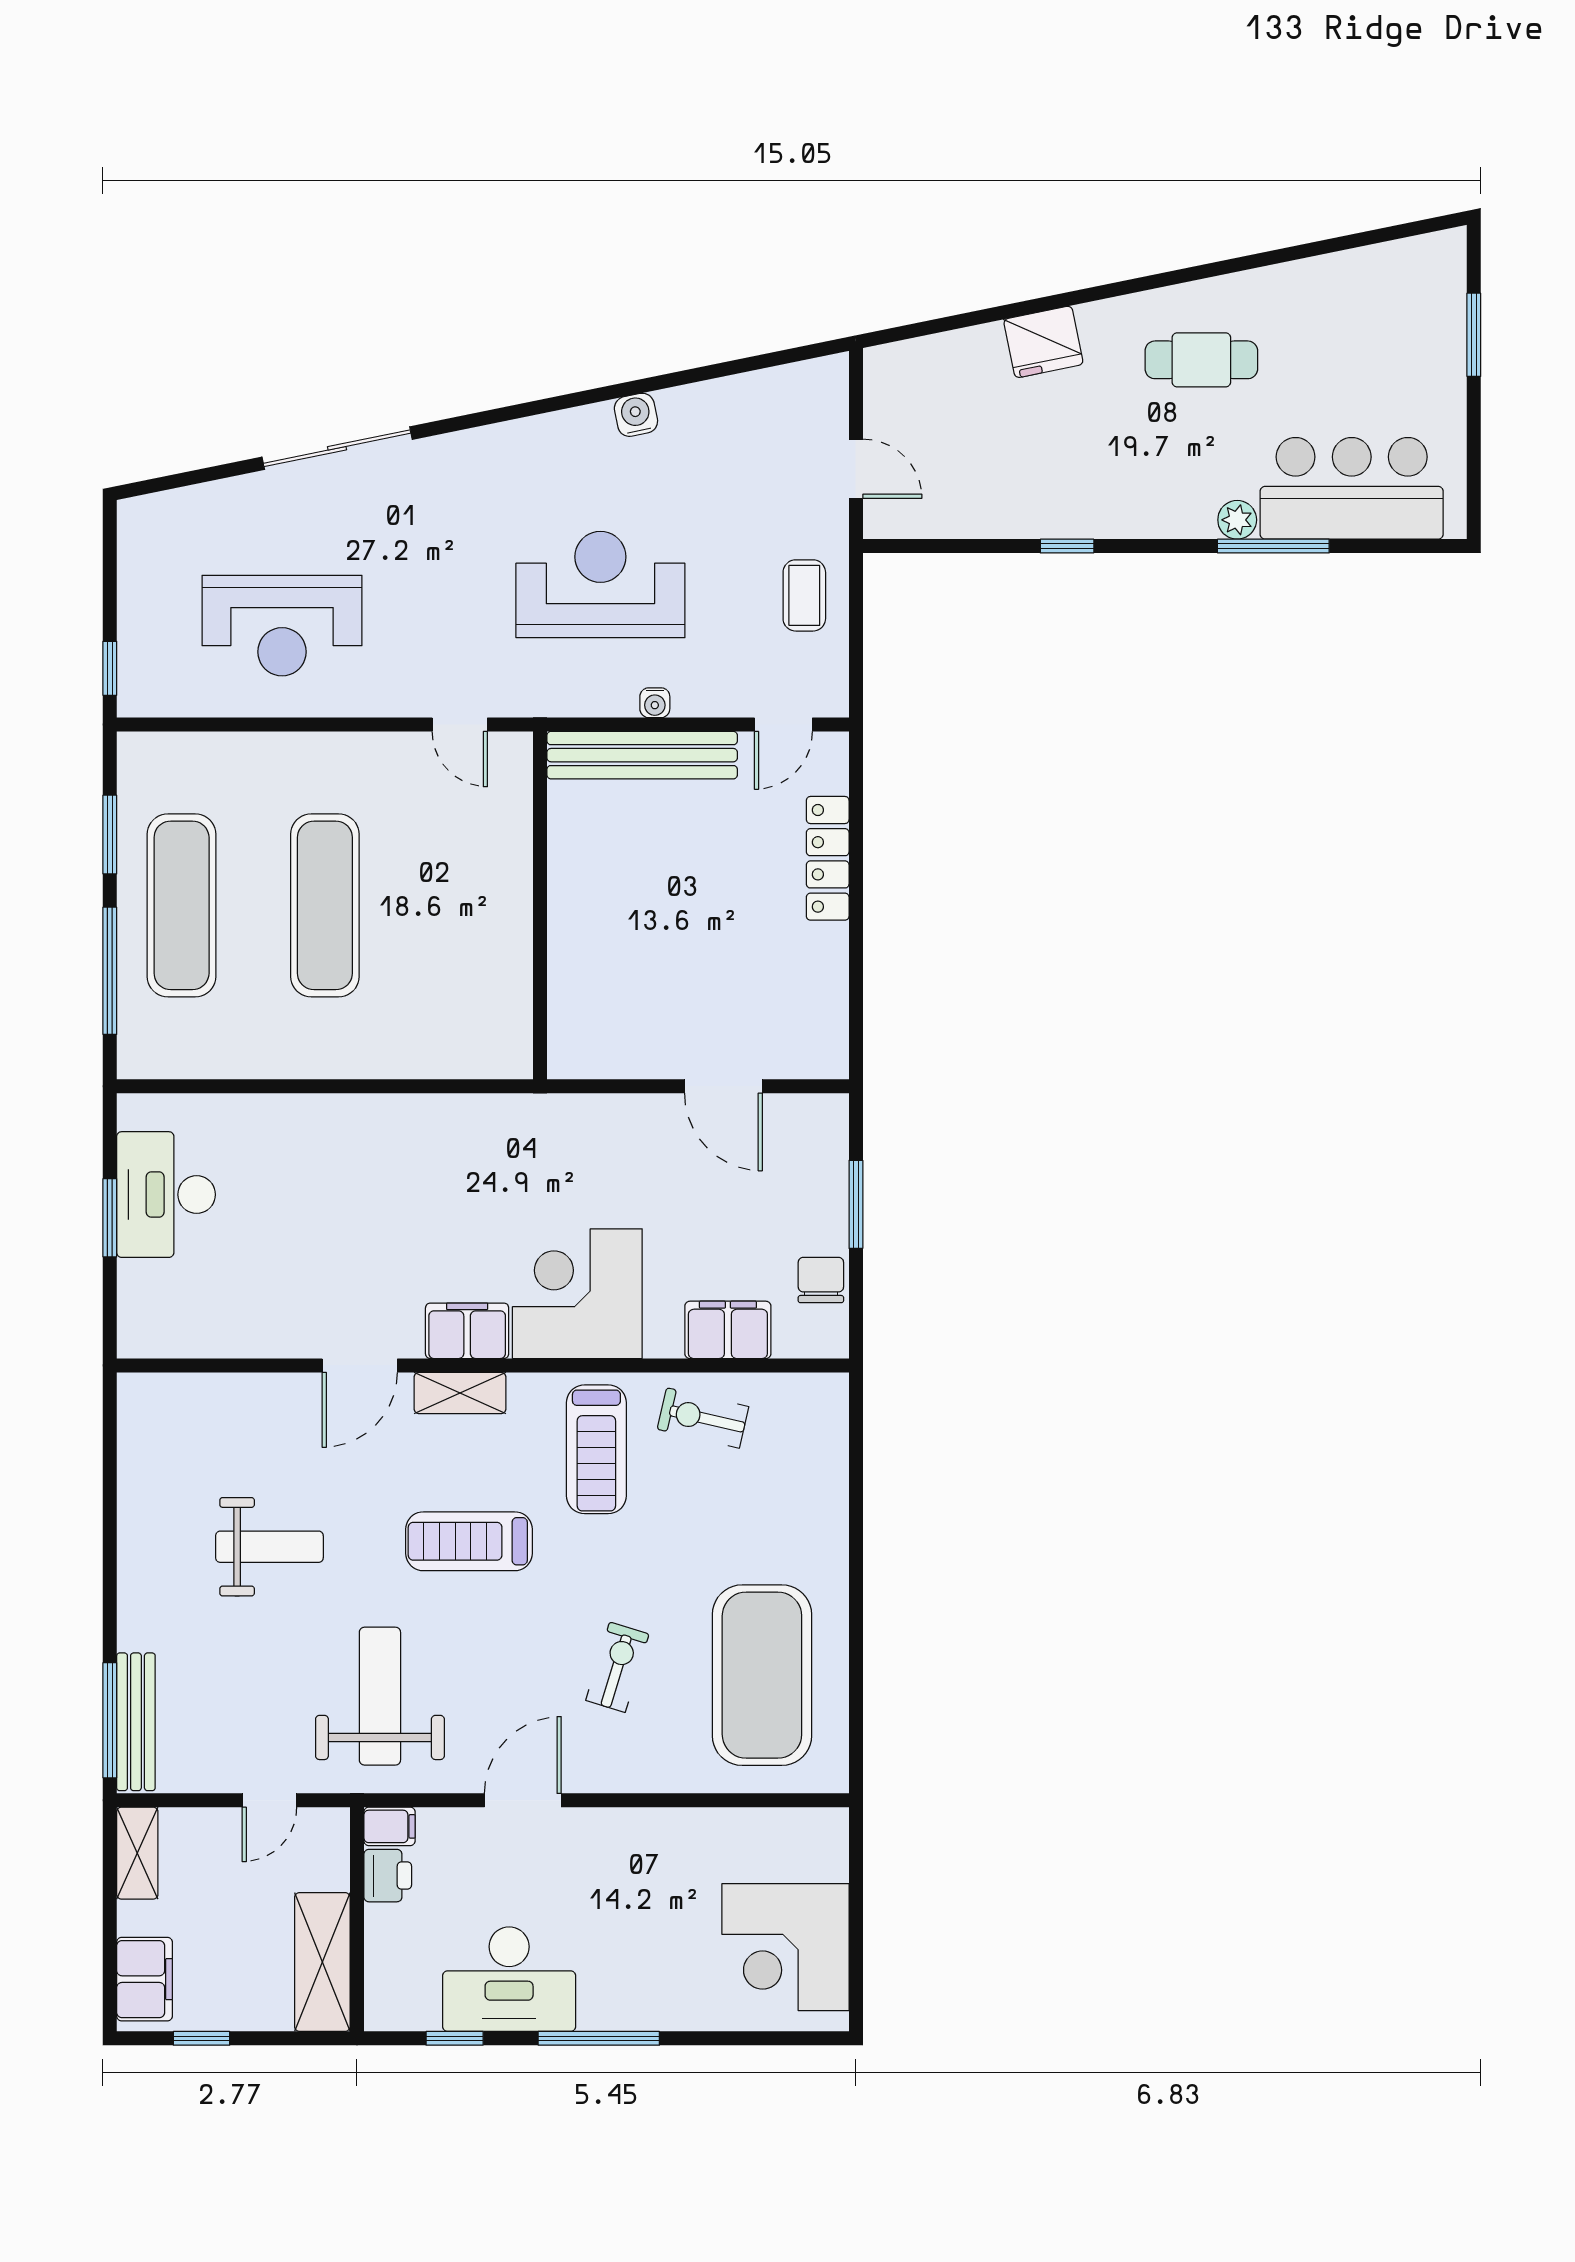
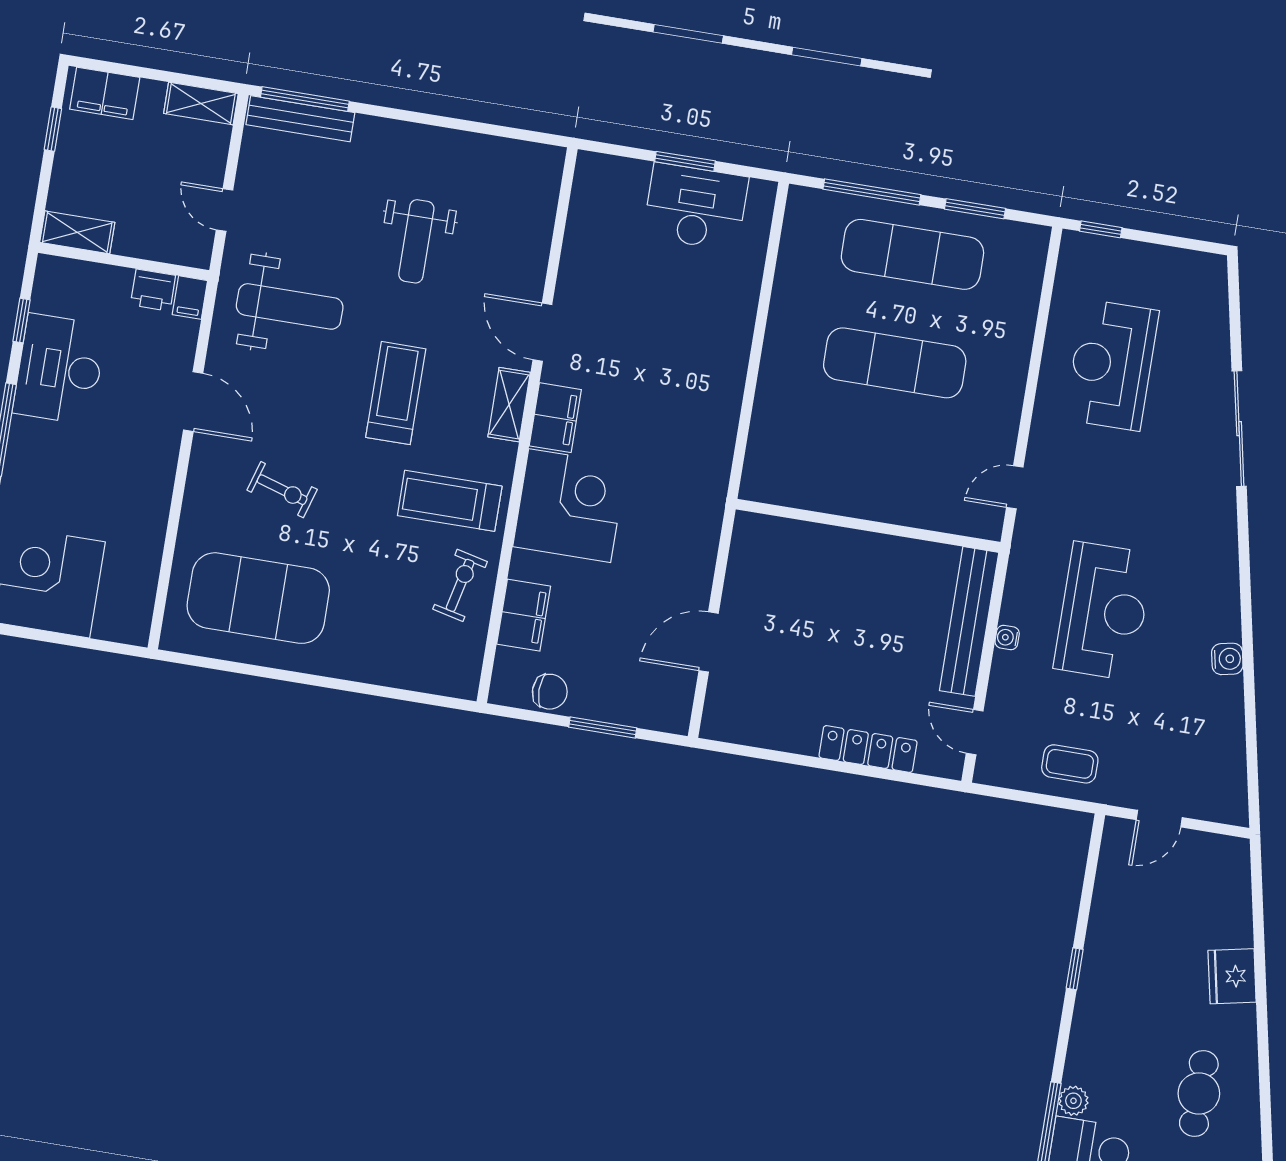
shelving: (322, 1962) -> (77, 232), width x0.67, depth x0.75

